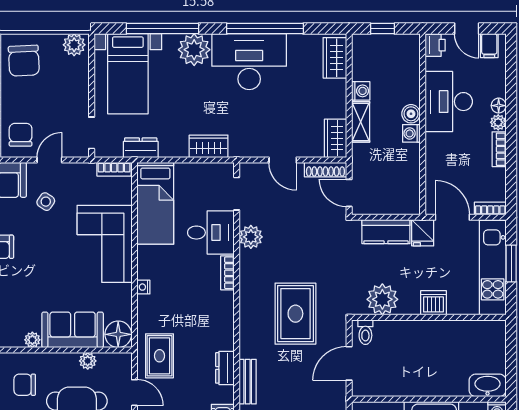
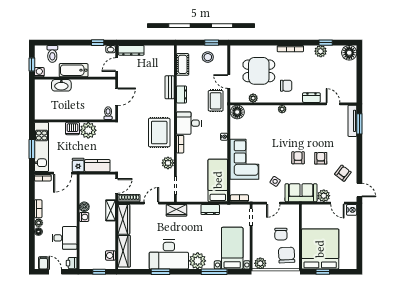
window: (162, 29) -> (214, 272), width x0.68
window: (265, 29) -> (161, 272), width x0.47
wardrobe: (335, 58) -> (124, 251), width x1.50
washing machine: (361, 91) -> (111, 255), moved
desk: (449, 102) -> (64, 238), width x0.73
boiler: (411, 114) -> (84, 207), moved
shelving: (361, 122) -> (111, 210), moved
chair: (21, 135) -> (281, 234), moved
wardrobe: (335, 138) -> (124, 219), width x1.50
wardrobe: (209, 146) -> (176, 210), moved
dresser: (141, 148) -> (210, 210), moved
door: (283, 160) -> (151, 203), hinge flipped
door: (349, 193) -> (117, 186), hinge flipped
door: (452, 217) -> (63, 173), hinge flipped
desk: (211, 233) -> (189, 123), moved
plant: (382, 299) -> (88, 130), moved
rug: (295, 314) -> (159, 133), moved
sofa: (73, 330) -> (261, 114), removed
washbasin: (488, 385) -> (61, 85), moved

